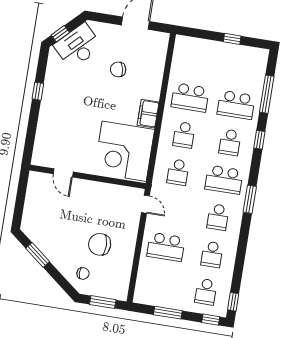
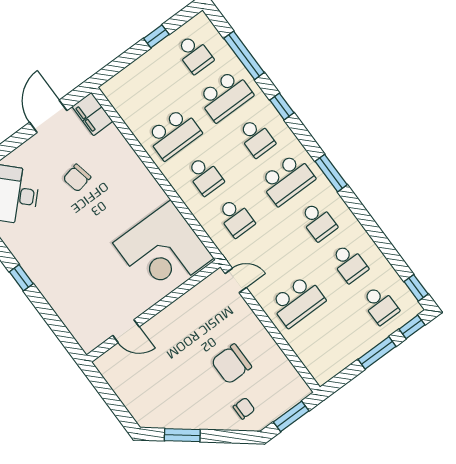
school desk: (242, 68) -> (194, 54), added
filing cabinet: (148, 114) -> (92, 114), moved
window: (168, 313) -> (377, 353), moved

